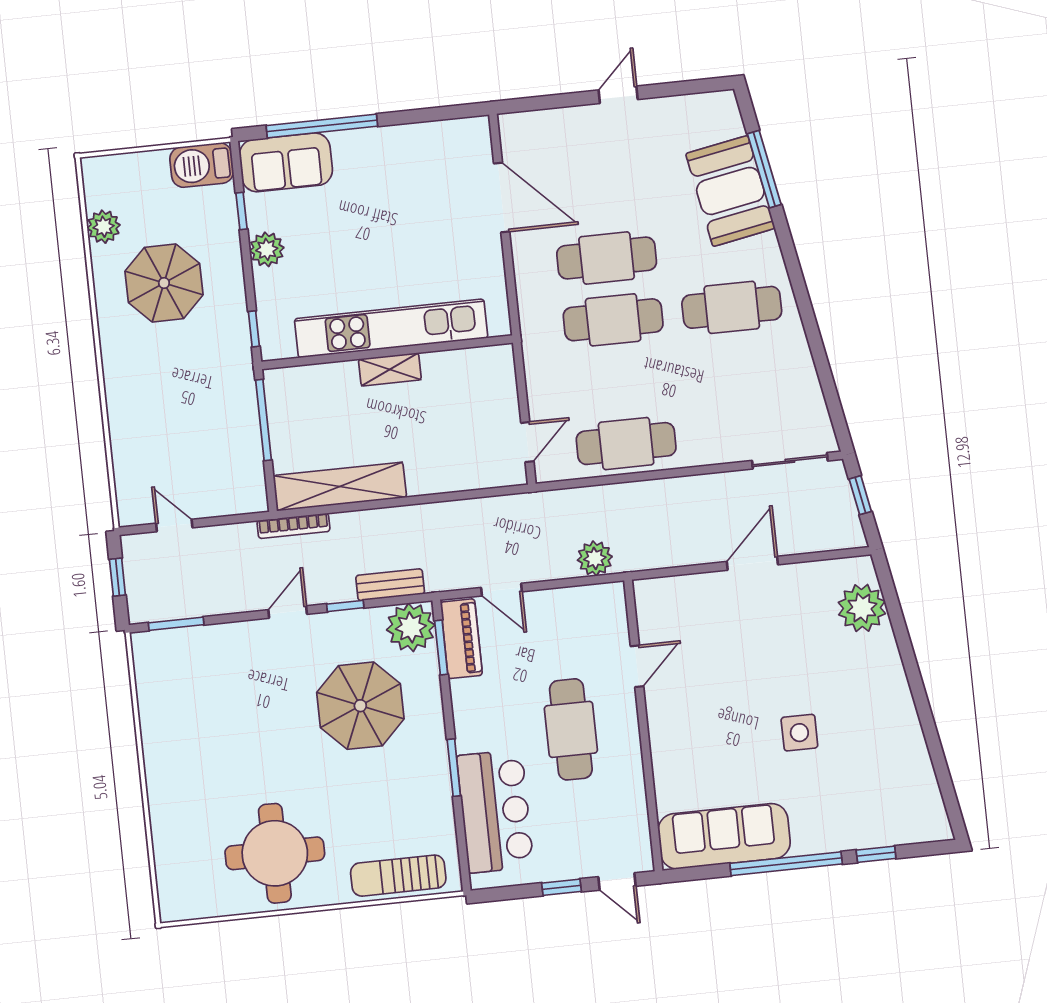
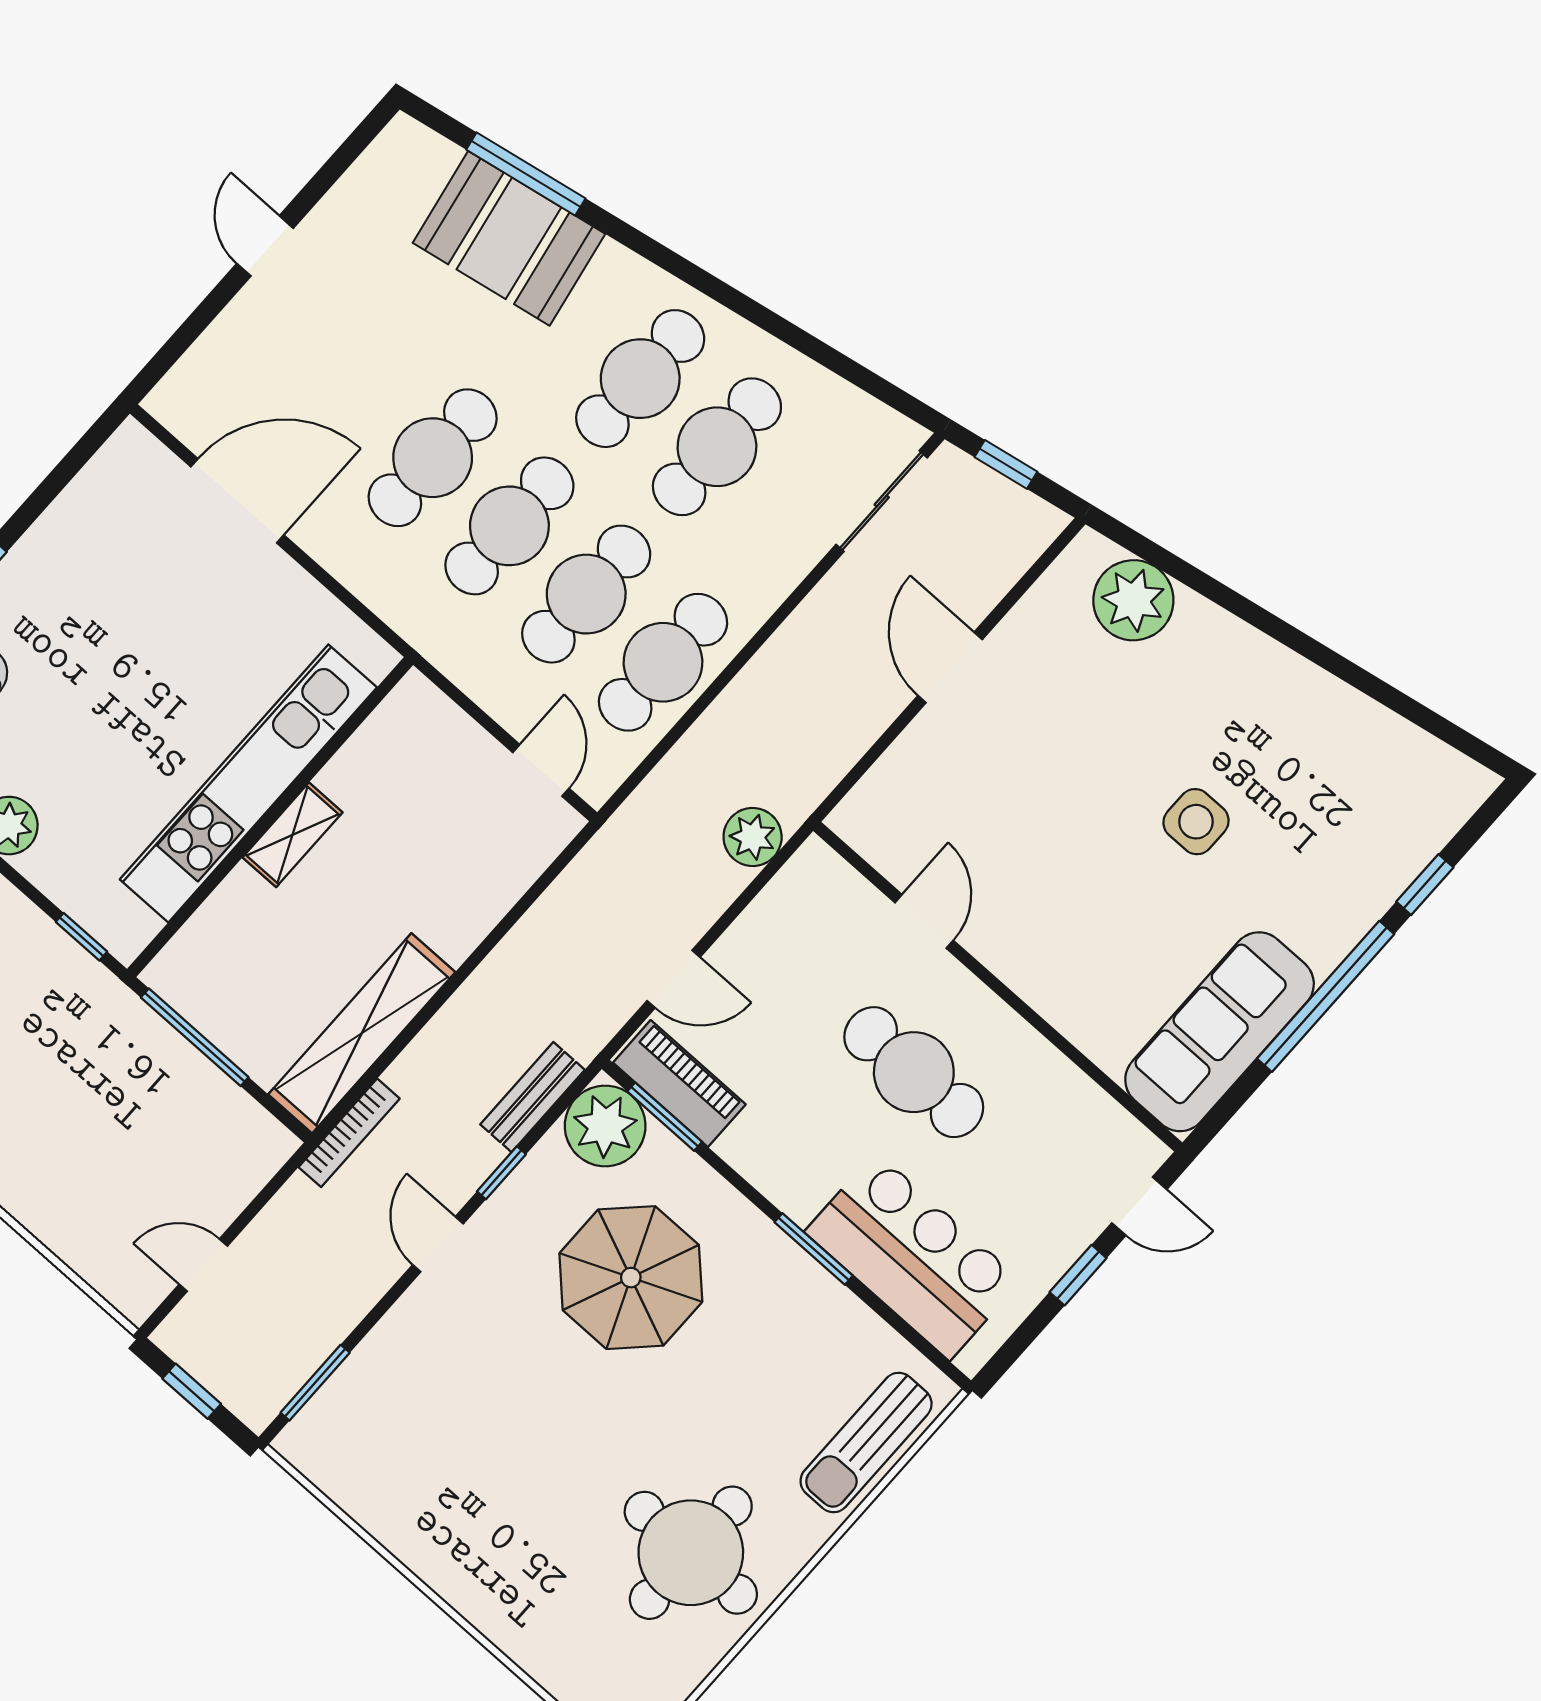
cafe table: (738, 369) -> (717, 447), added
cafe table: (620, 382) -> (586, 594), added

